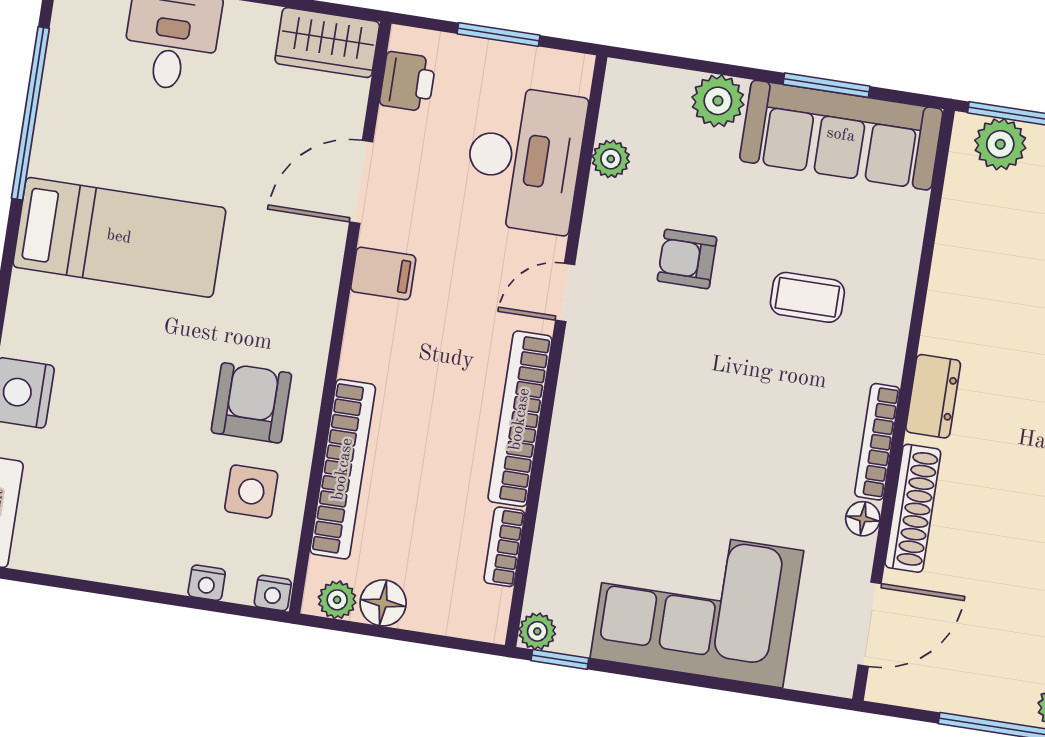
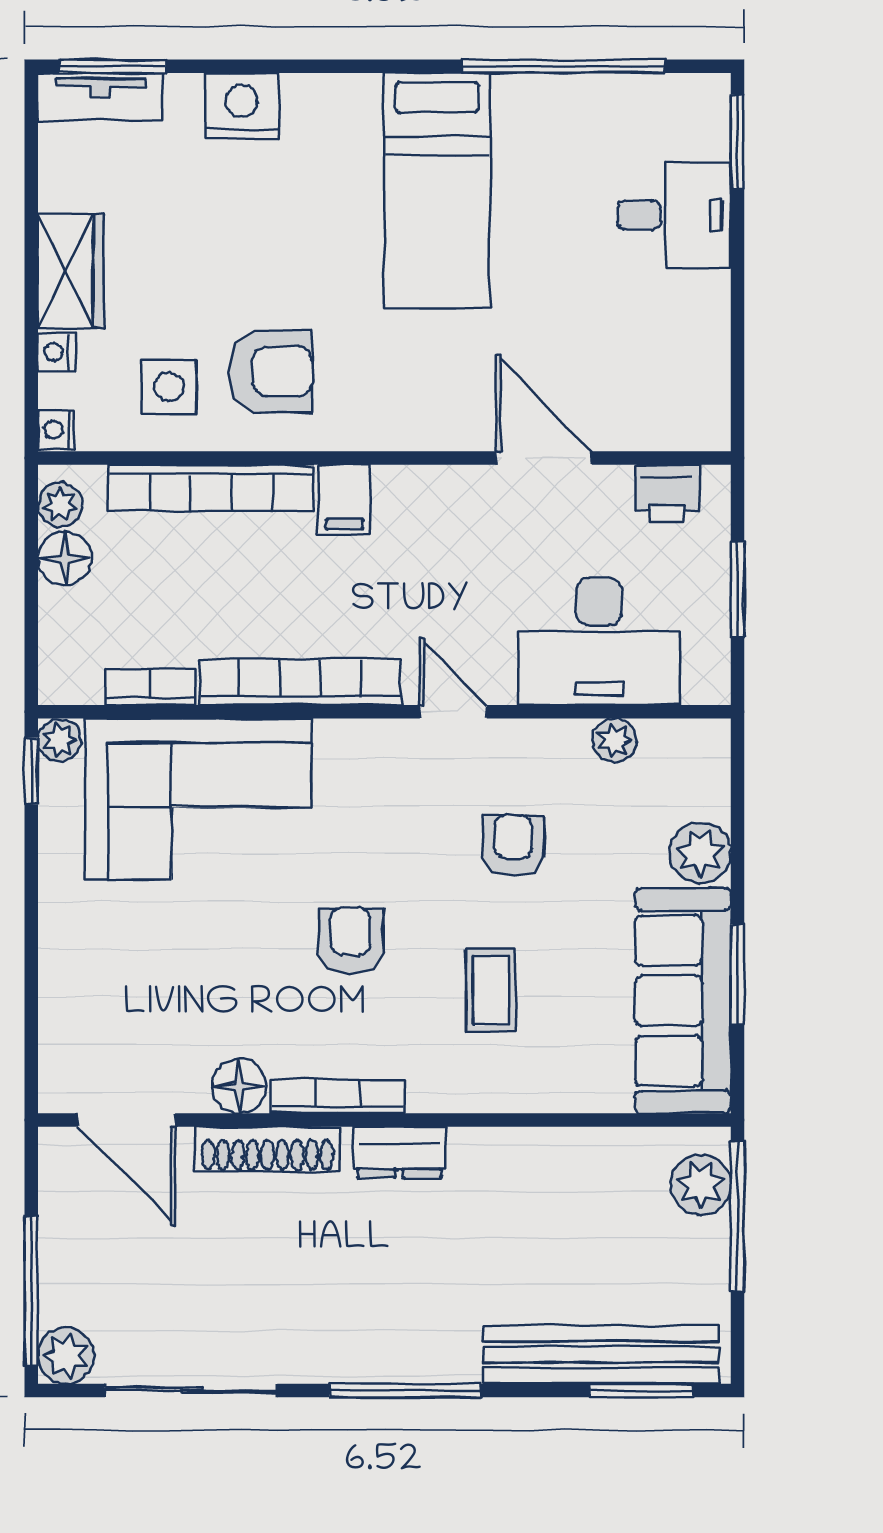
wardrobe: (327, 43) -> (71, 271), moved, turned 180
filing cabinet: (383, 273) -> (344, 500), moved
armchair: (746, 410) -> (350, 940), added
floor lamp: (863, 519) -> (239, 1086), width x1.37, depth x1.37
corner sofa: (697, 604) -> (199, 799), moved, turned 90

